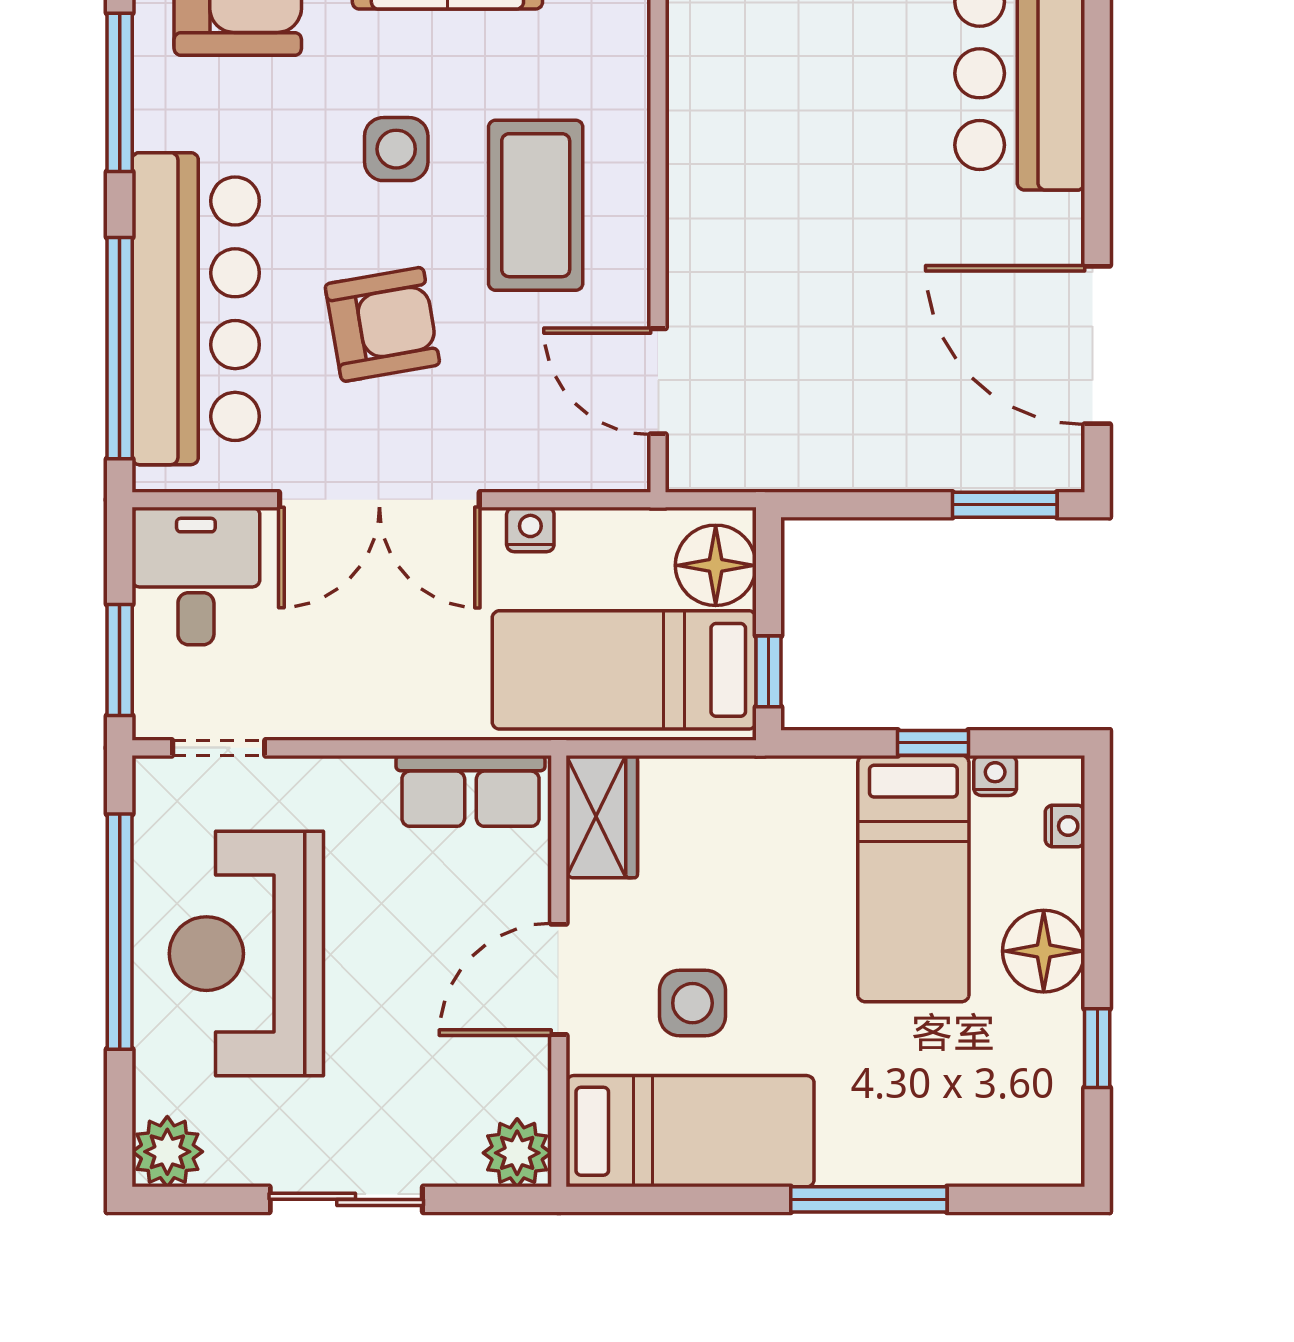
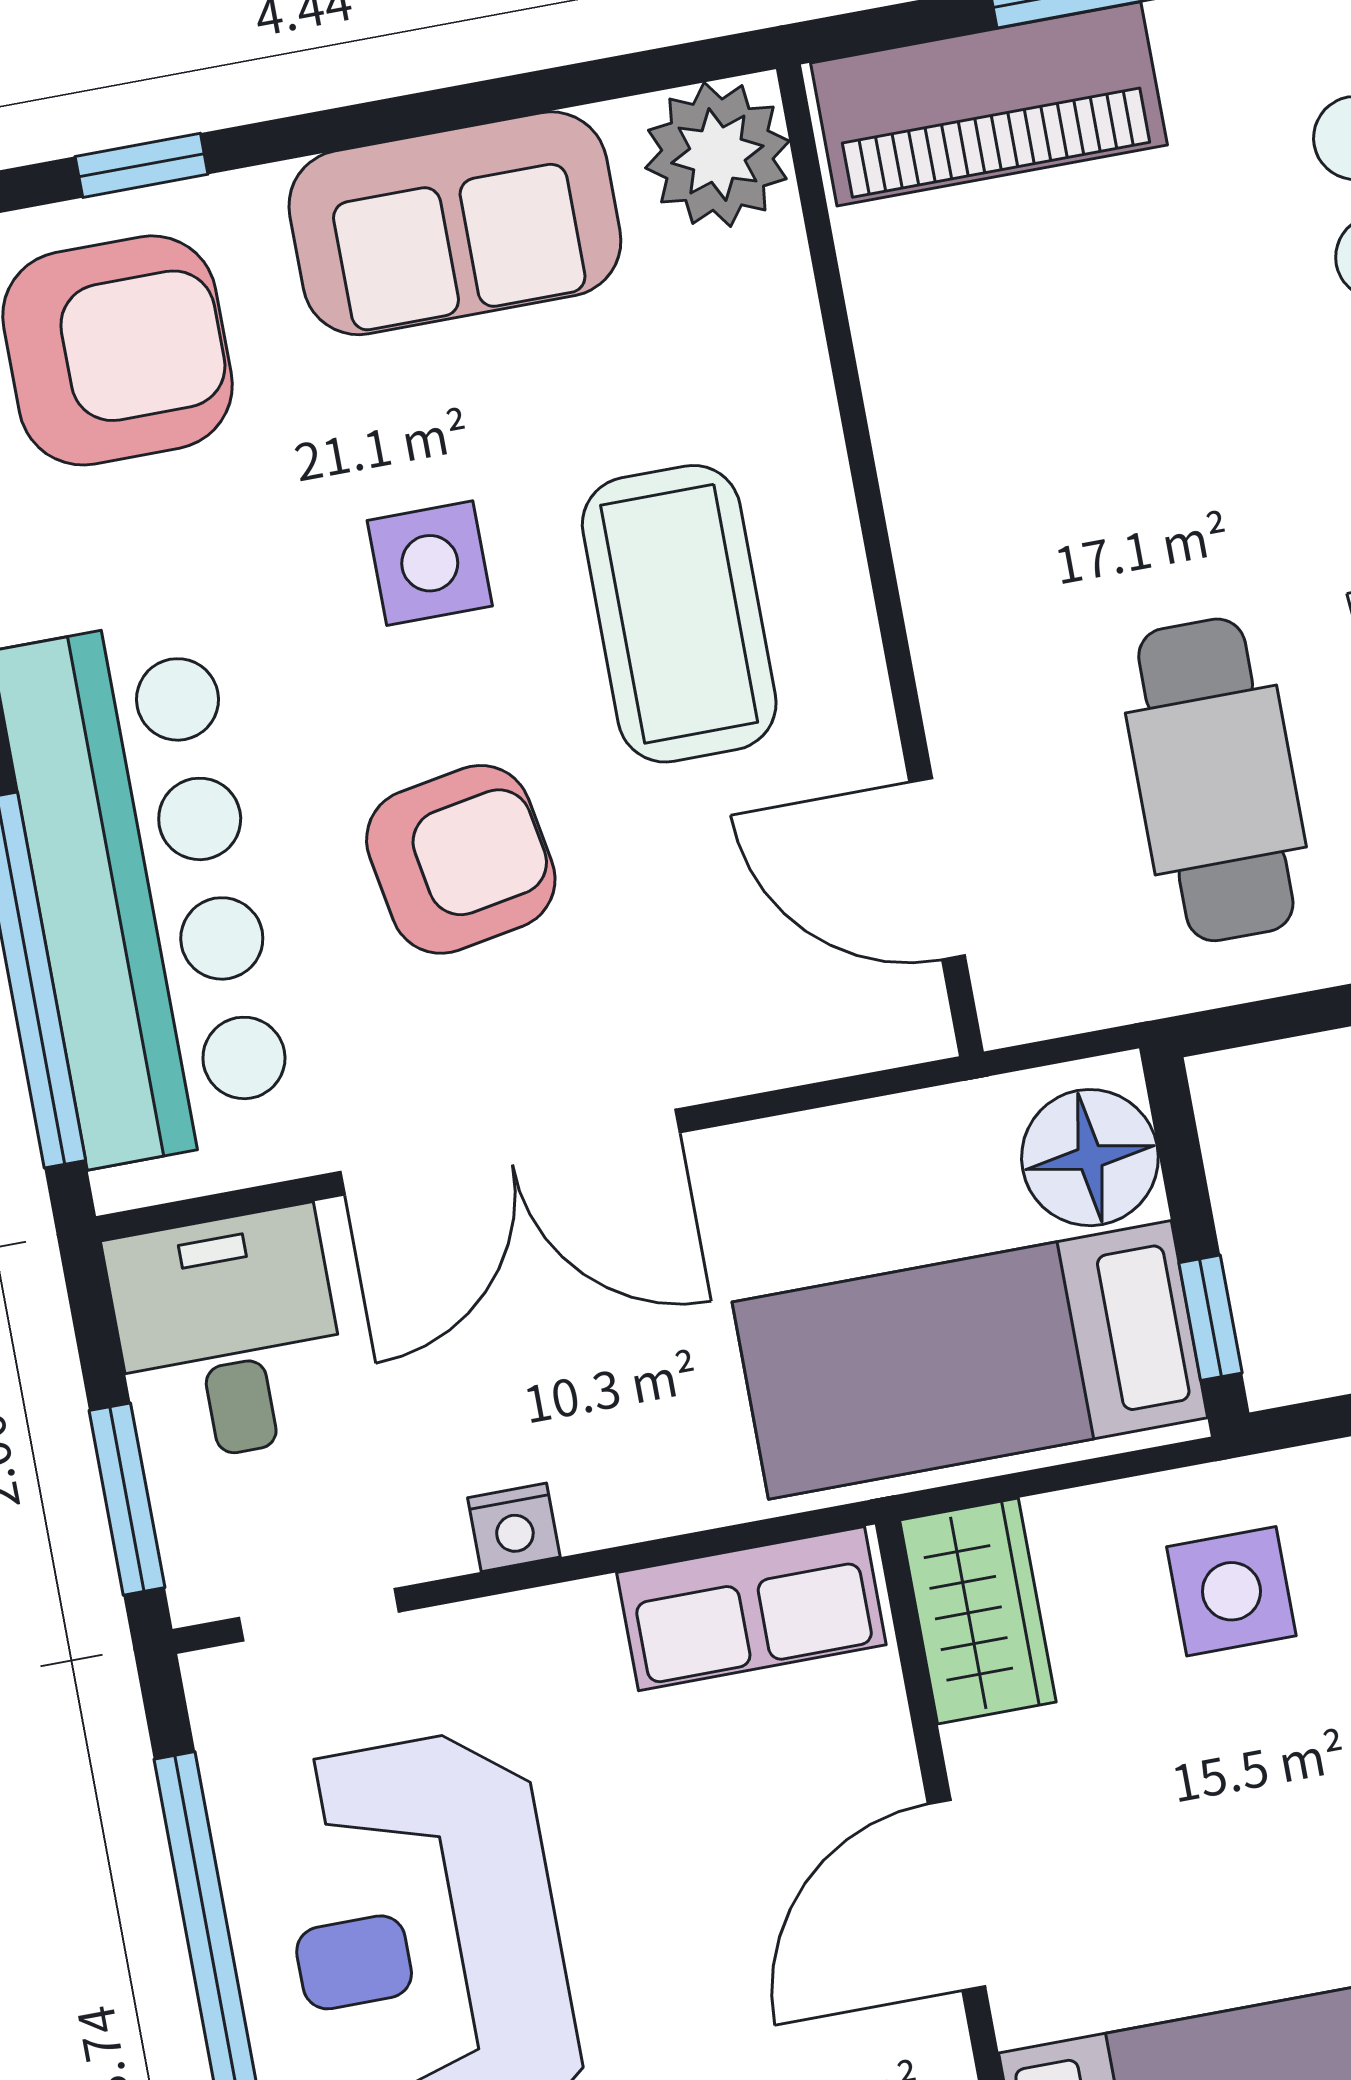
cafe table: (829, 360) -> (1216, 780), added
nightstand: (530, 530) -> (514, 1527), moved, turned 180
side table: (692, 1003) -> (1231, 1591), moved

